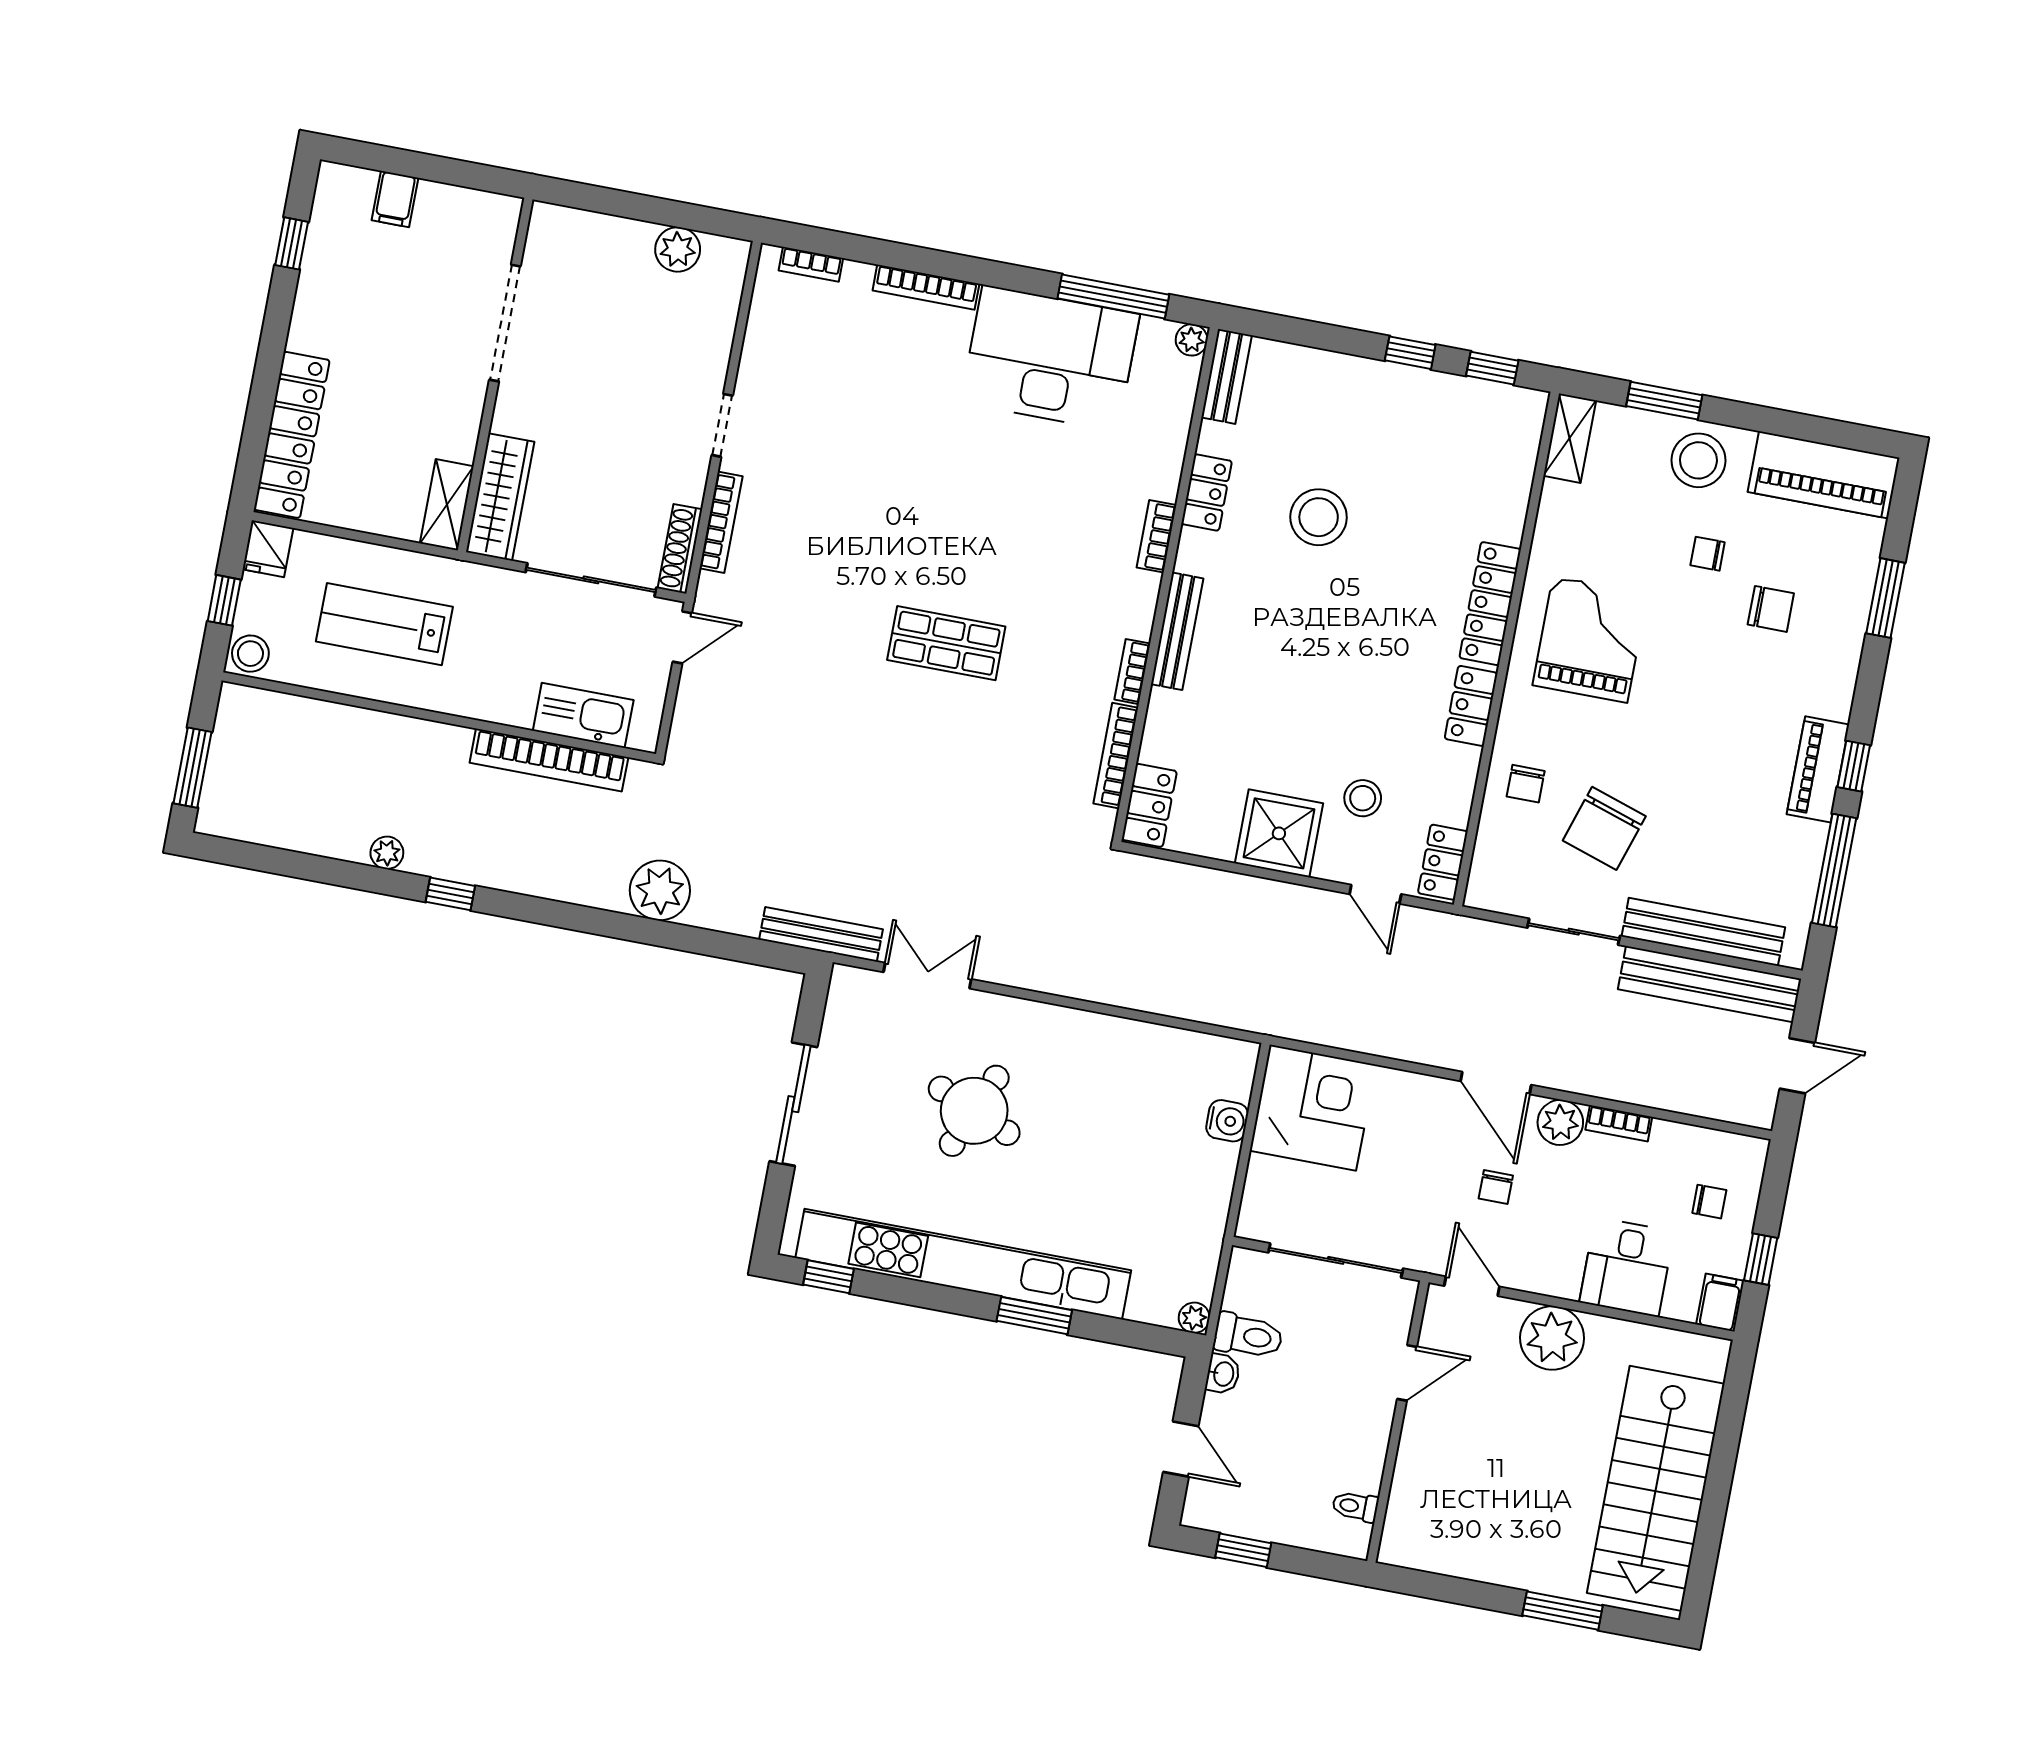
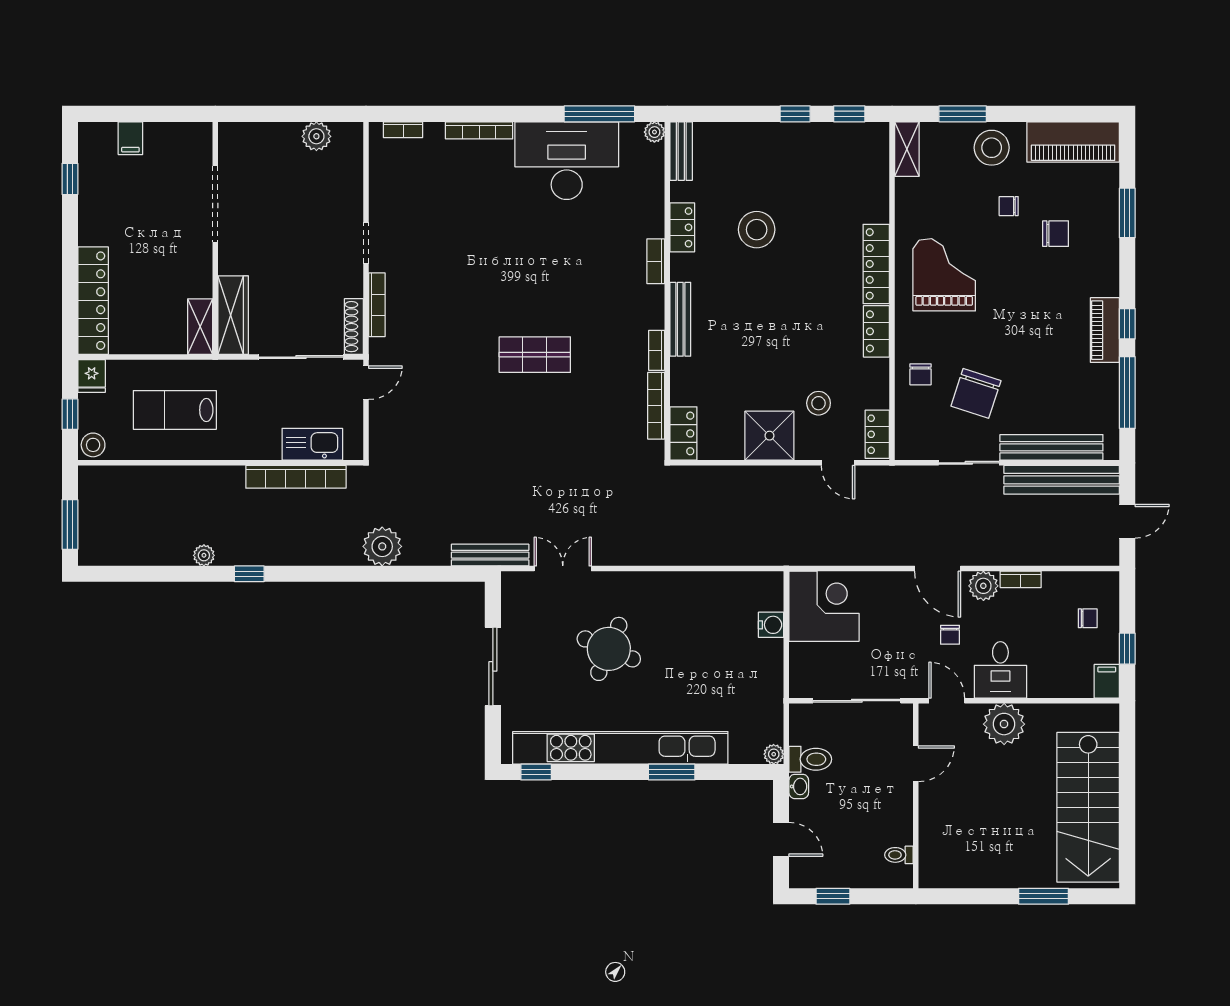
desk: (1627, 1267) -> (1000, 670), moved

